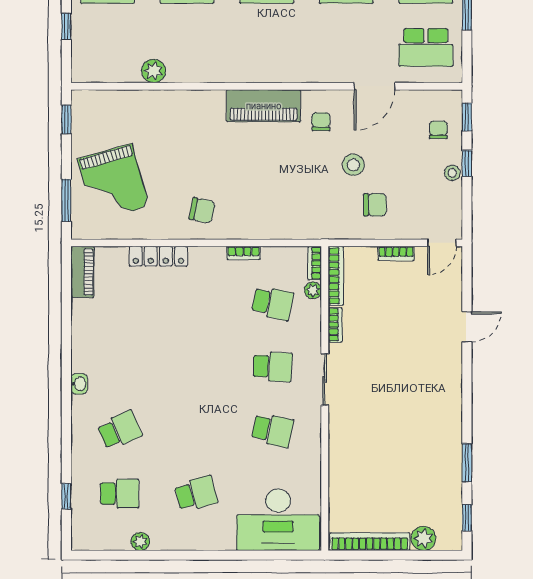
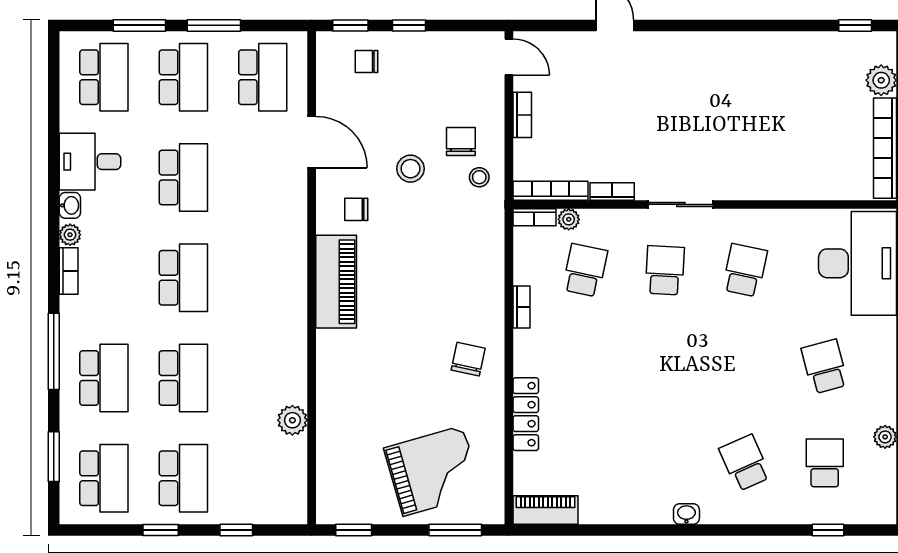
stool: (452, 173) -> (479, 177), moved
window: (467, 463) -> (786, 25), removed

